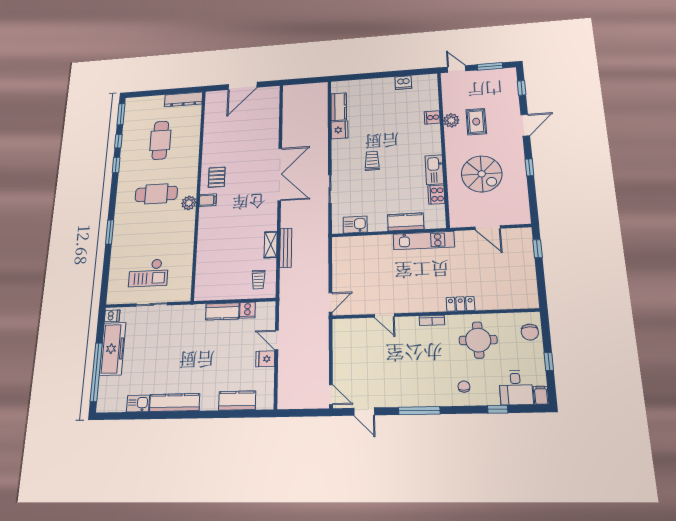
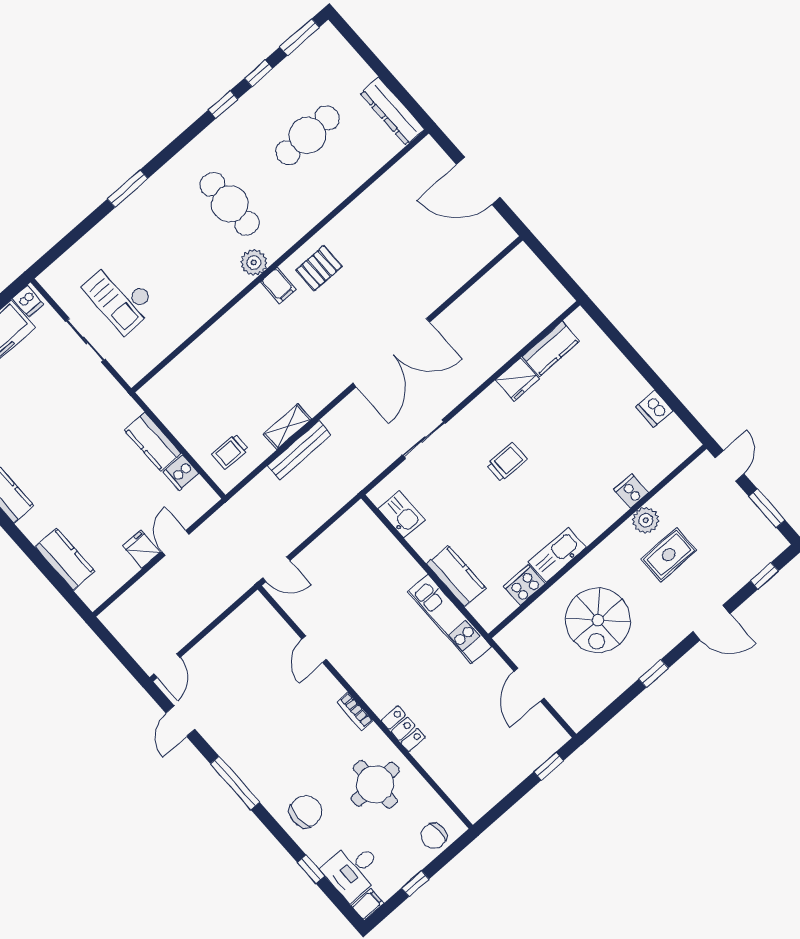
chair: (464, 387) -> (306, 811), width x1.87, depth x1.87

